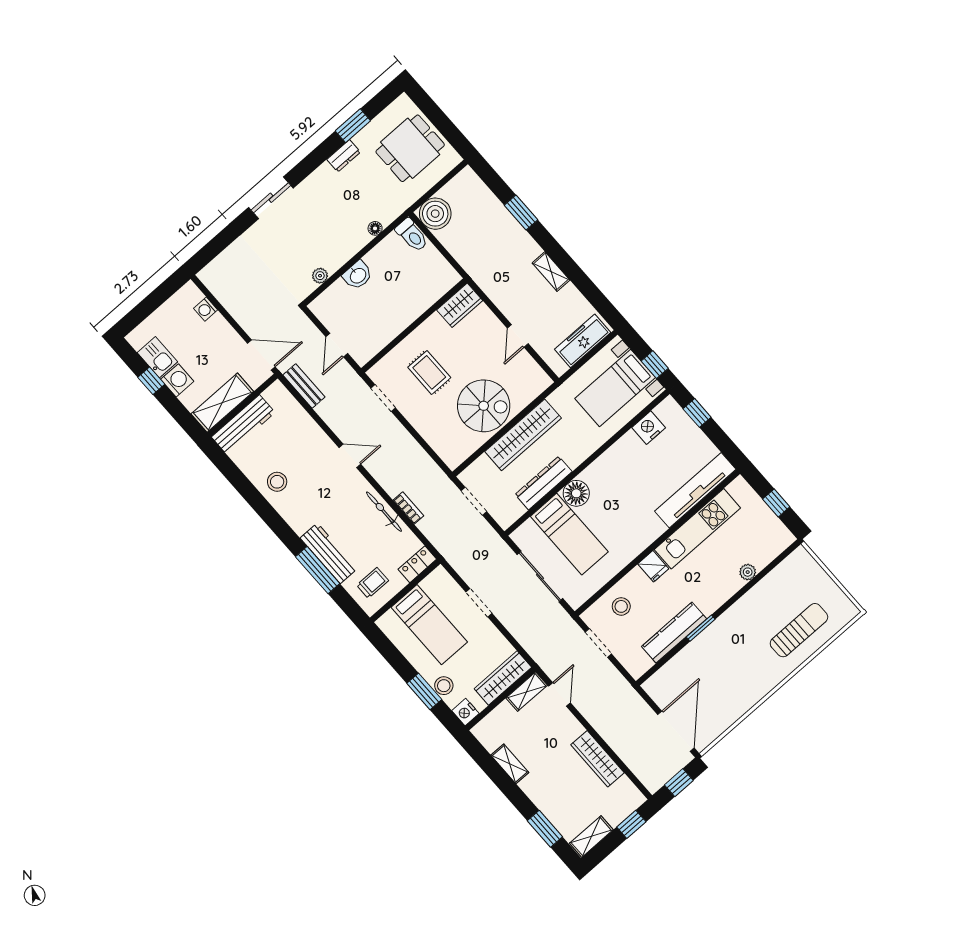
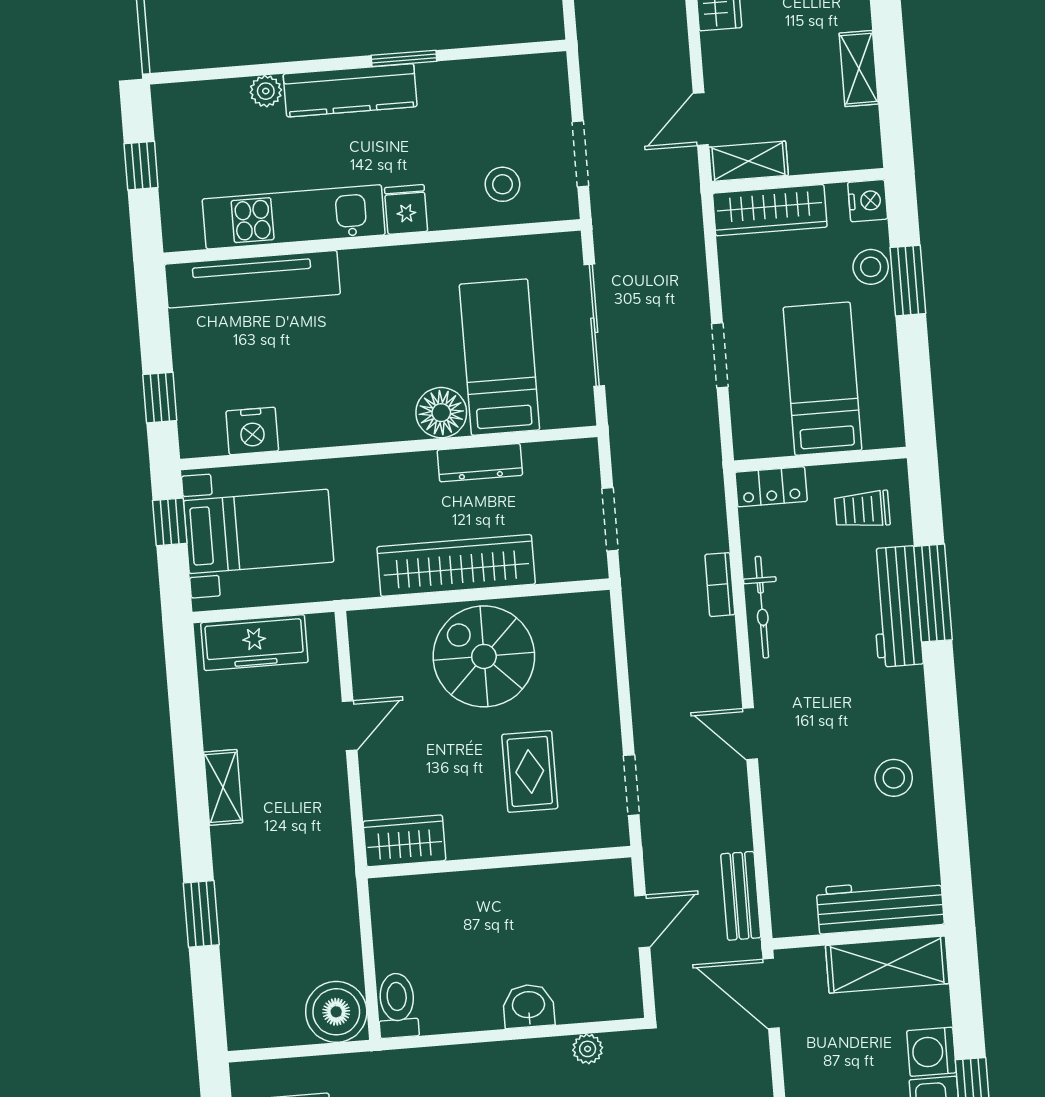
floor lamp: (375, 228) -> (447, 1059), removed
dresser: (544, 483) -> (480, 463), width x0.73, depth x0.80
kitchen counter: (674, 633) -> (350, 90), moved

